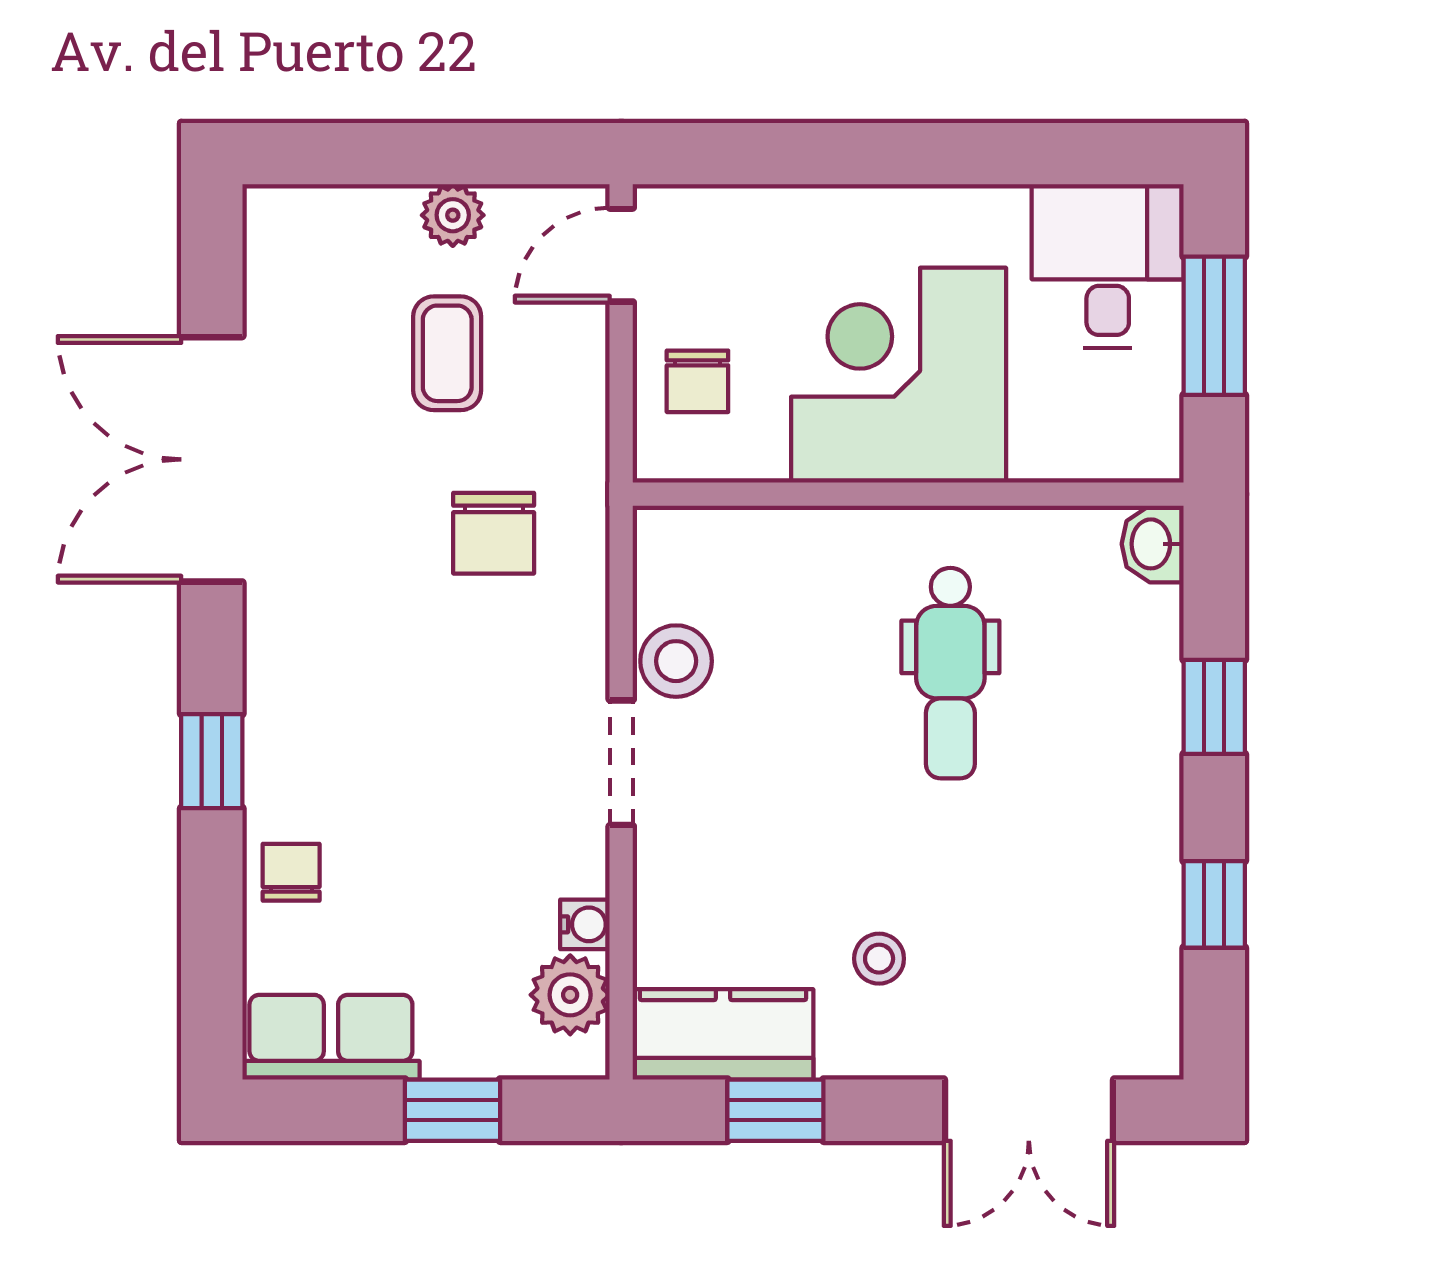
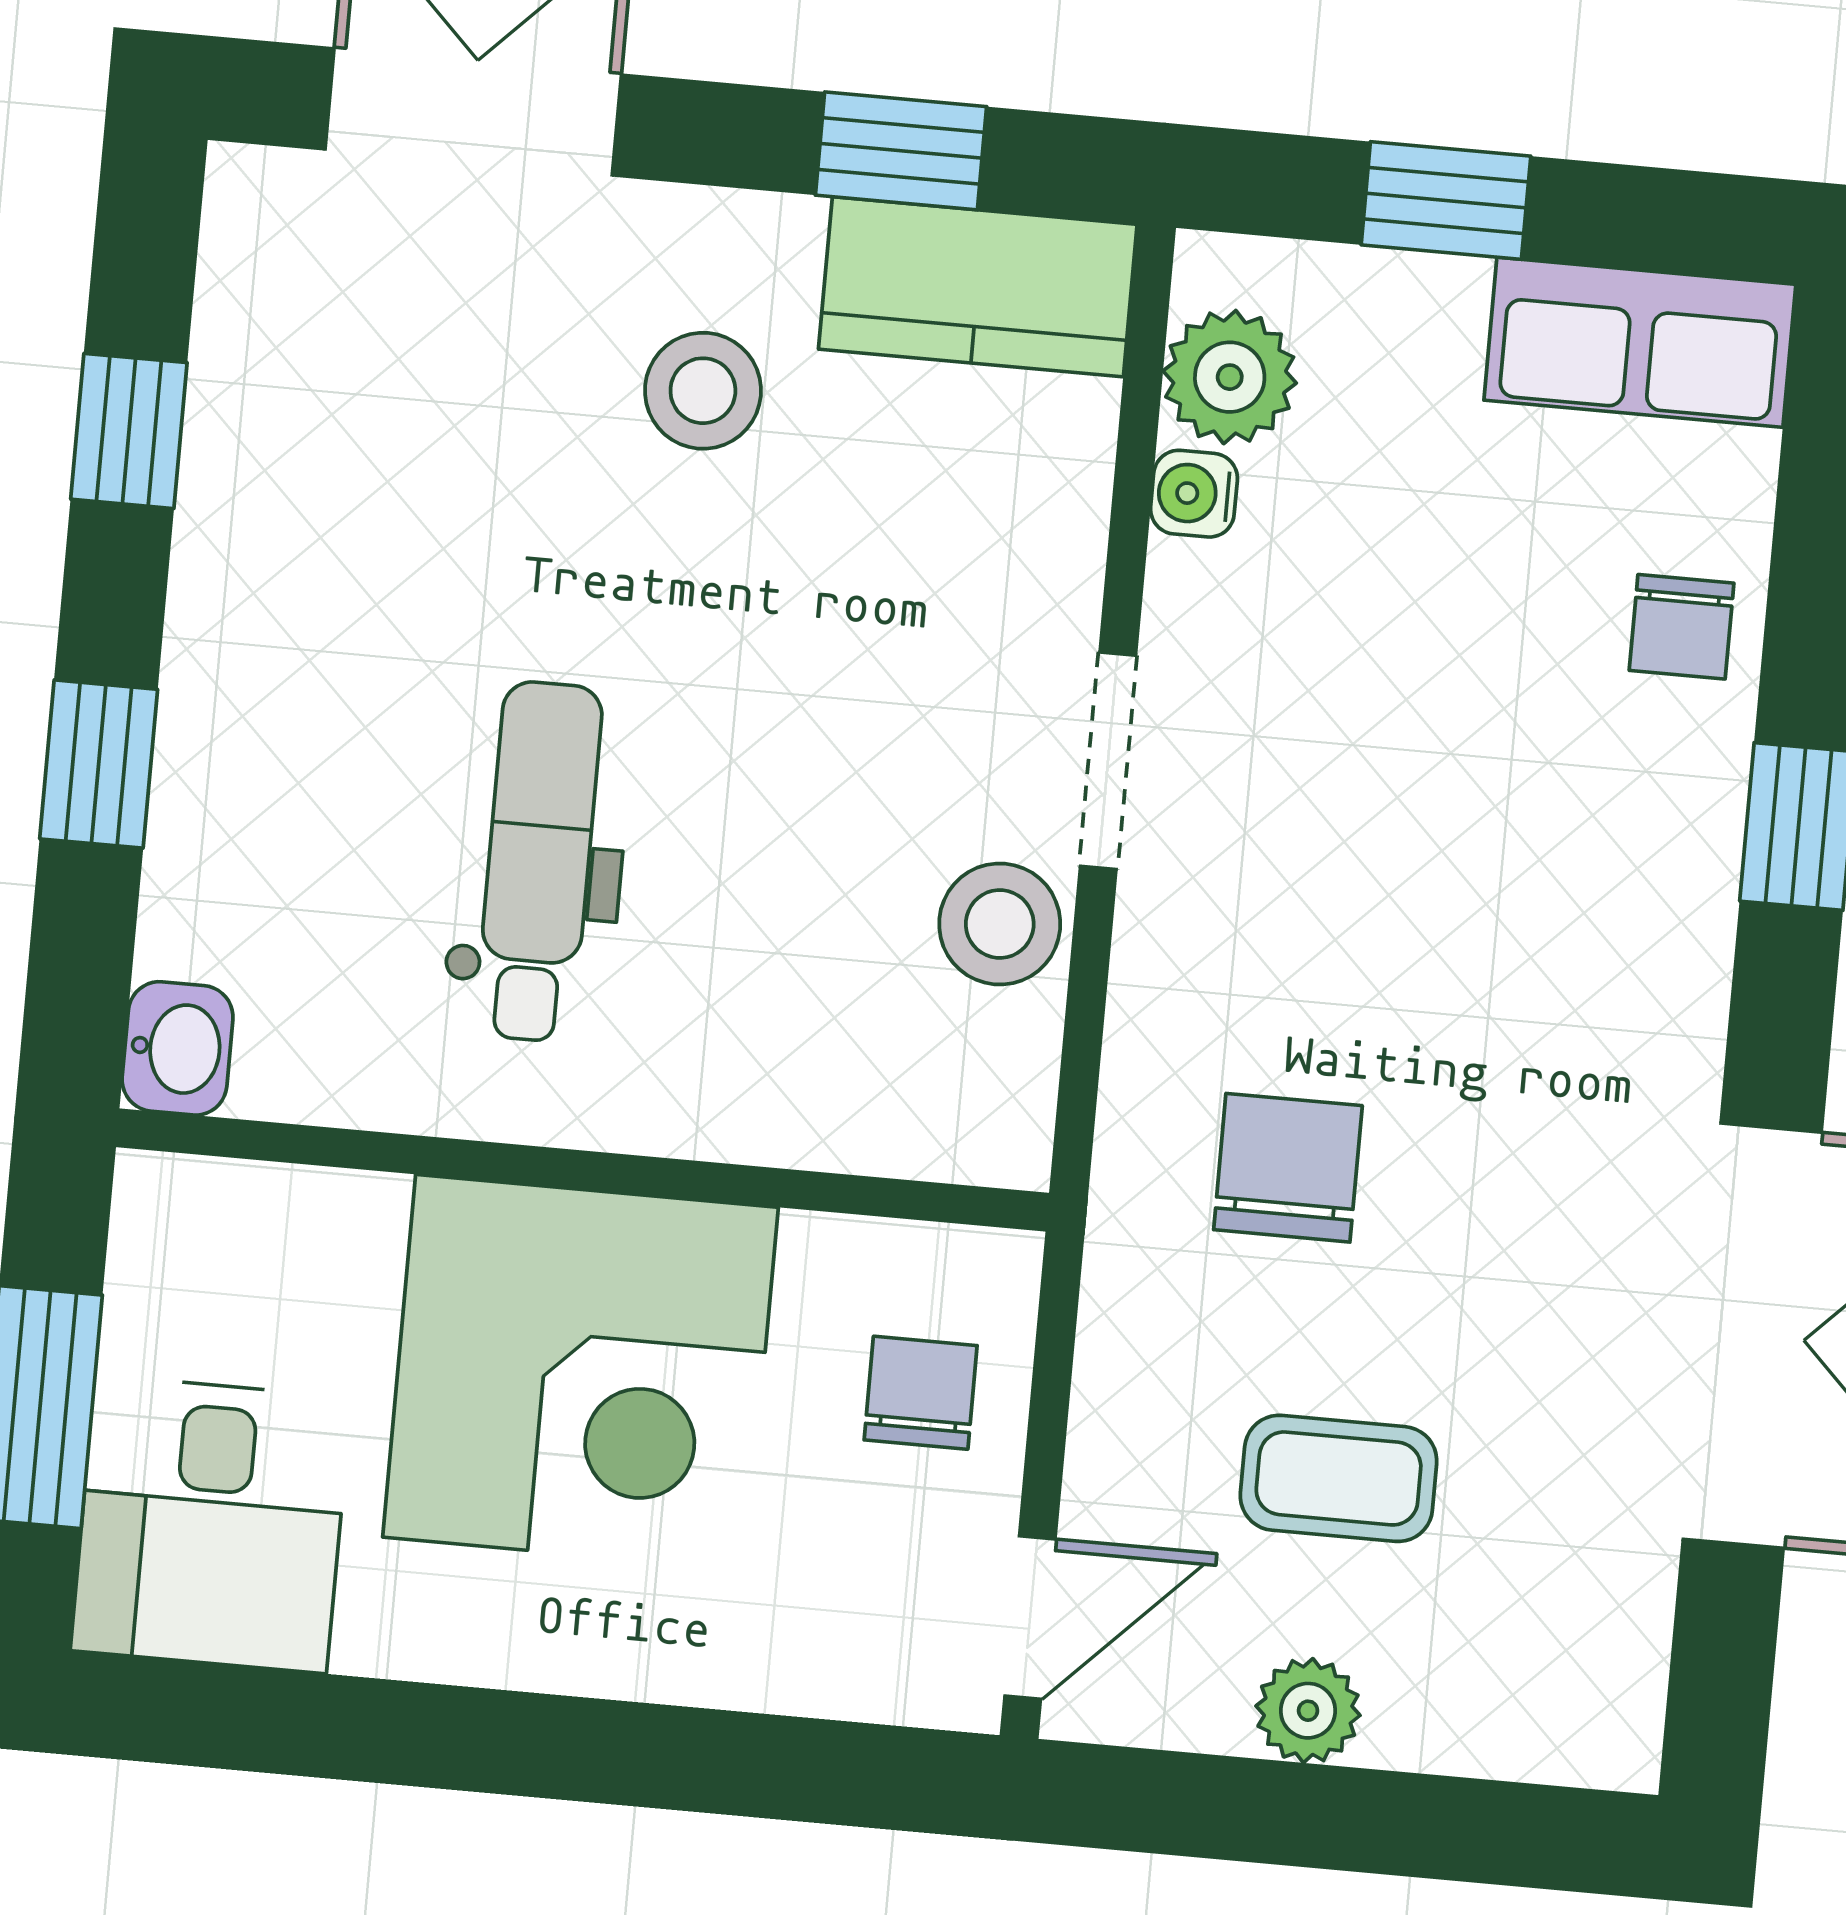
coffee table: (447, 353) -> (1339, 1478), turned 90
stool: (879, 959) -> (703, 391), width x1.37, depth x1.37

